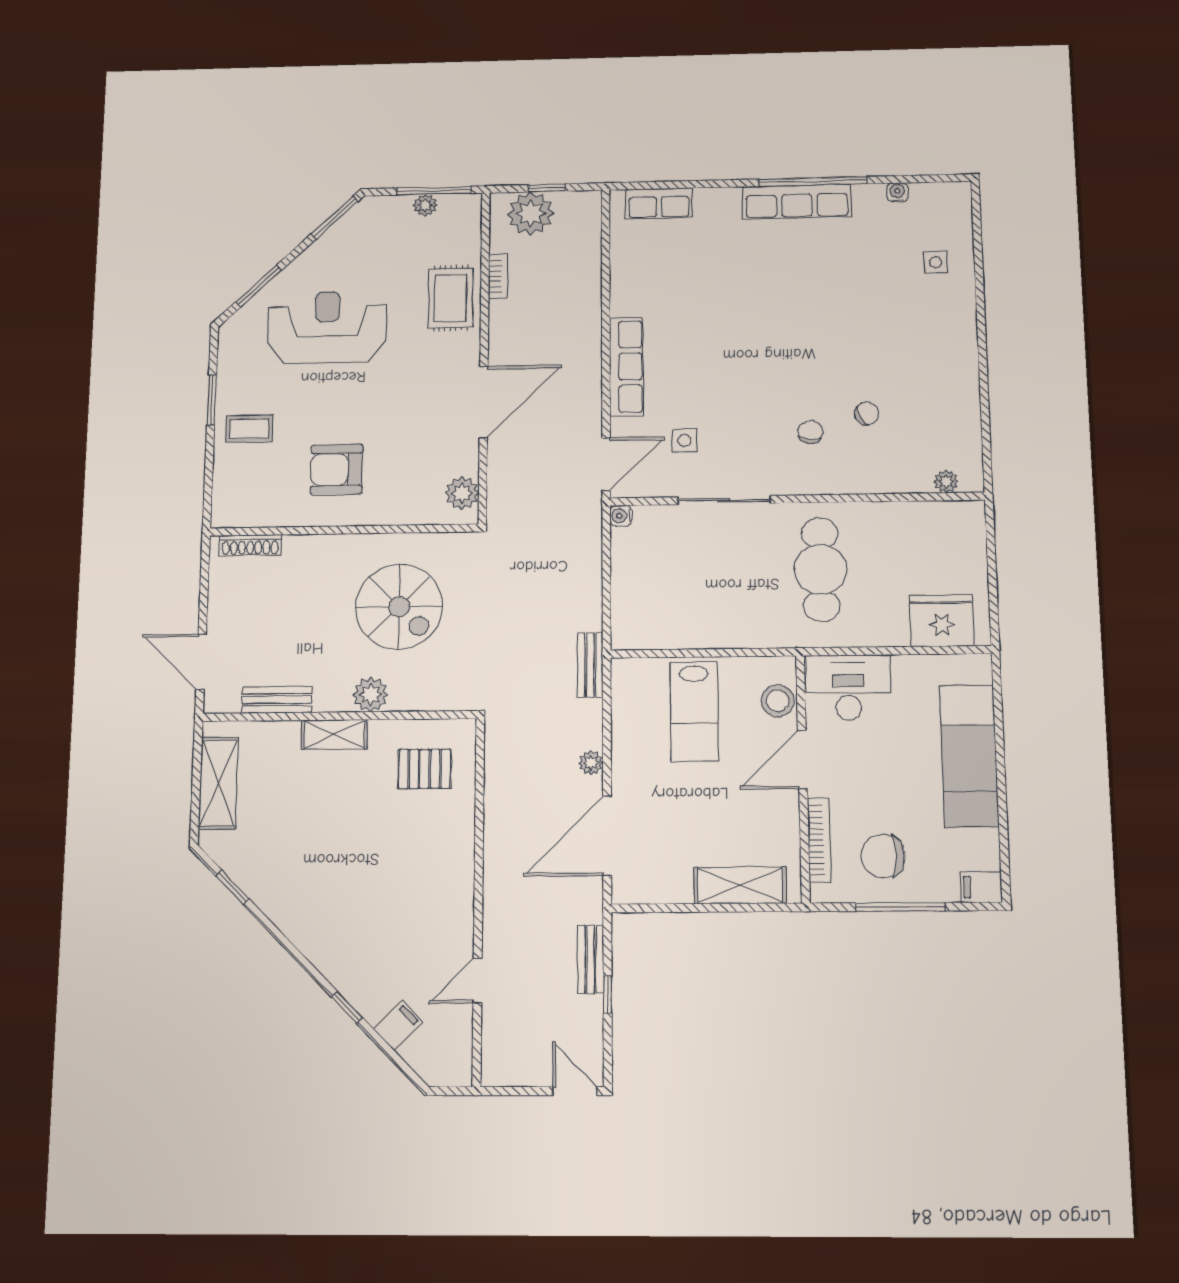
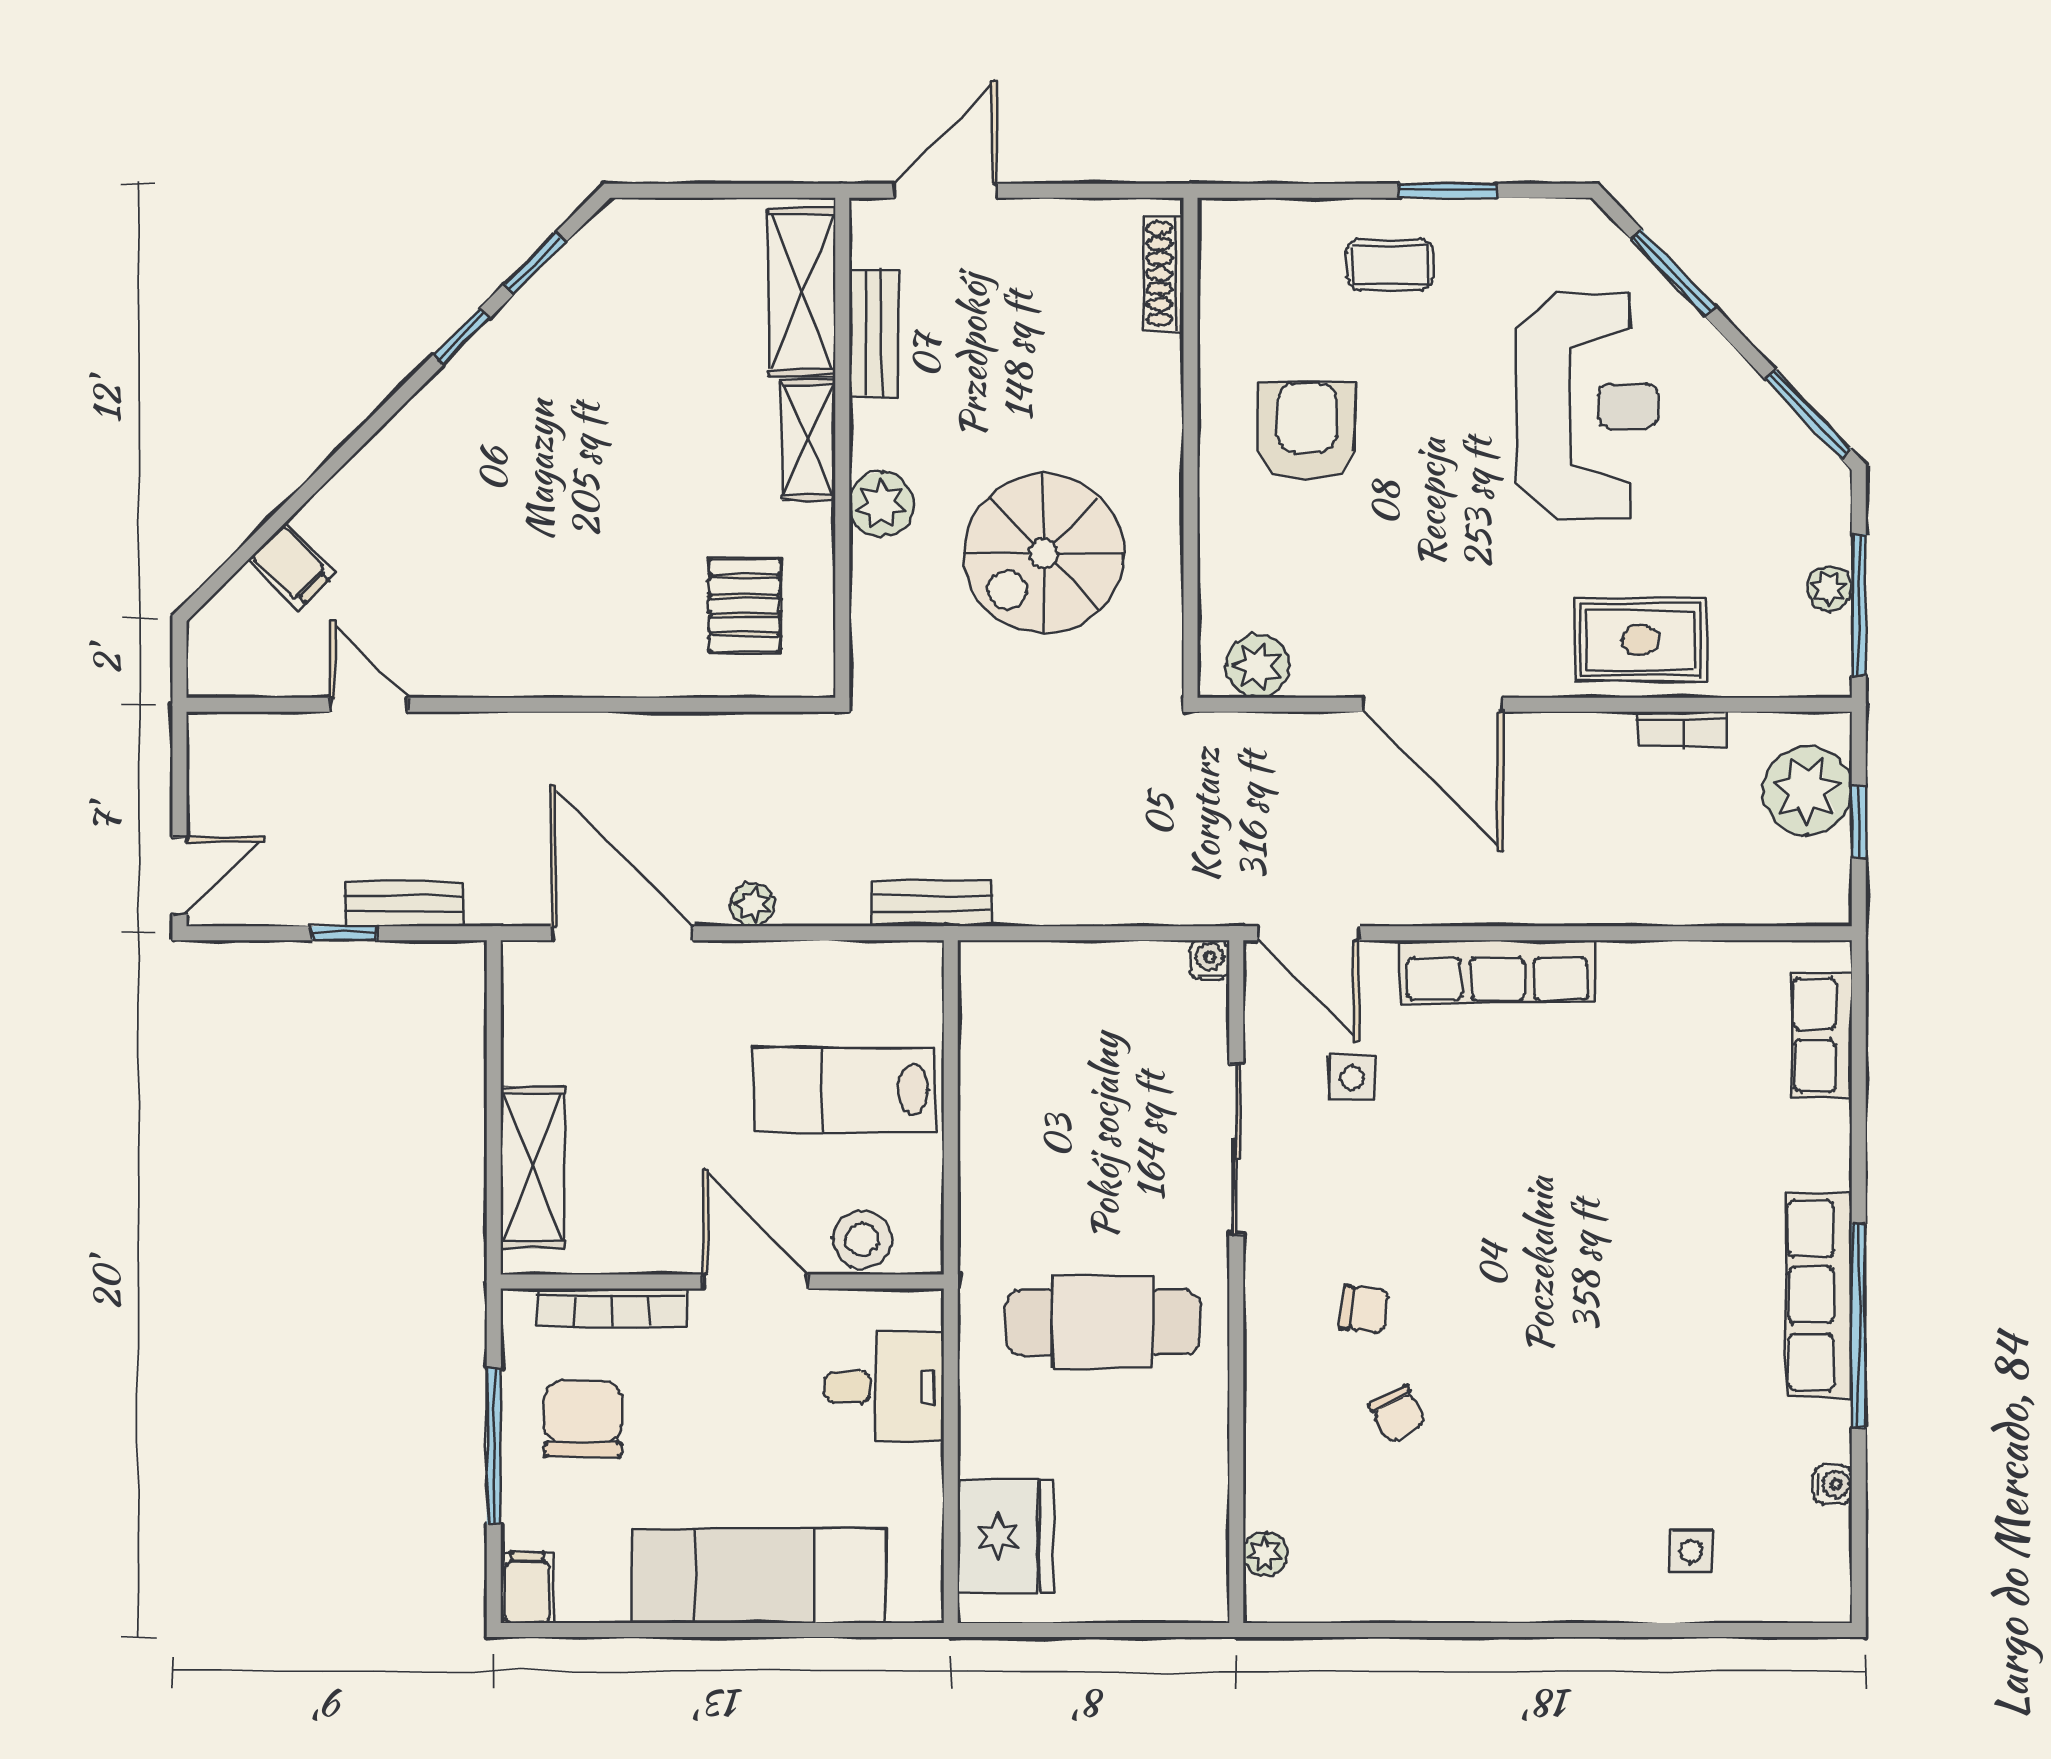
coffee table: (249, 429) -> (1390, 264), turned 90
desk: (848, 688) -> (885, 1387), width x0.73
shelving: (218, 783) -> (802, 292), moved, turned 90
window: (347, 1007) -> (461, 337), moved

